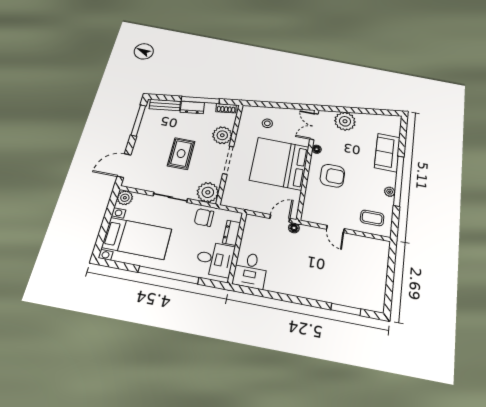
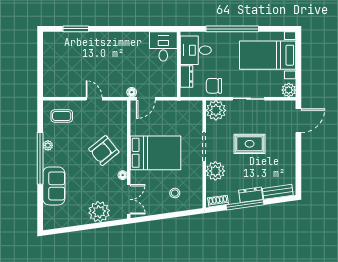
window: (138, 120) -> (298, 170), removed
rug: (181, 154) -> (250, 144), turned 90
bed: (280, 163) -> (156, 153), width x0.73
armchair: (332, 176) -> (104, 151), turned -39
chair: (204, 217) -> (214, 86), turned 180

